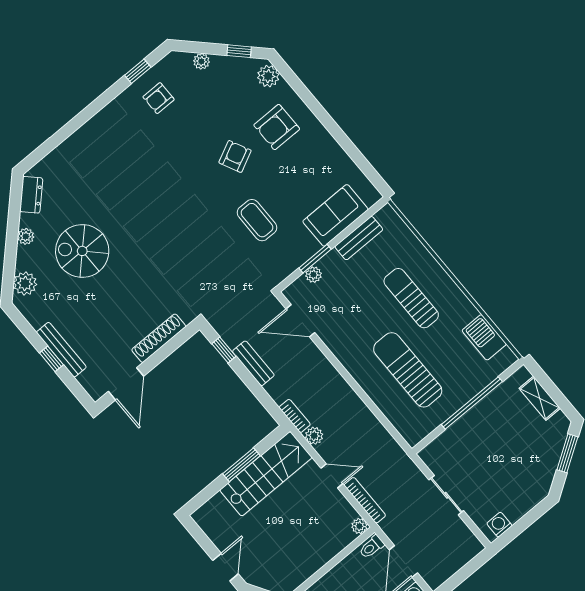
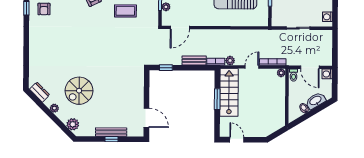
shoe rack: (159, 338) -> (139, 90), removed
bench: (253, 363) -> (194, 60), moved
door: (226, 567) -> (237, 140), moved

